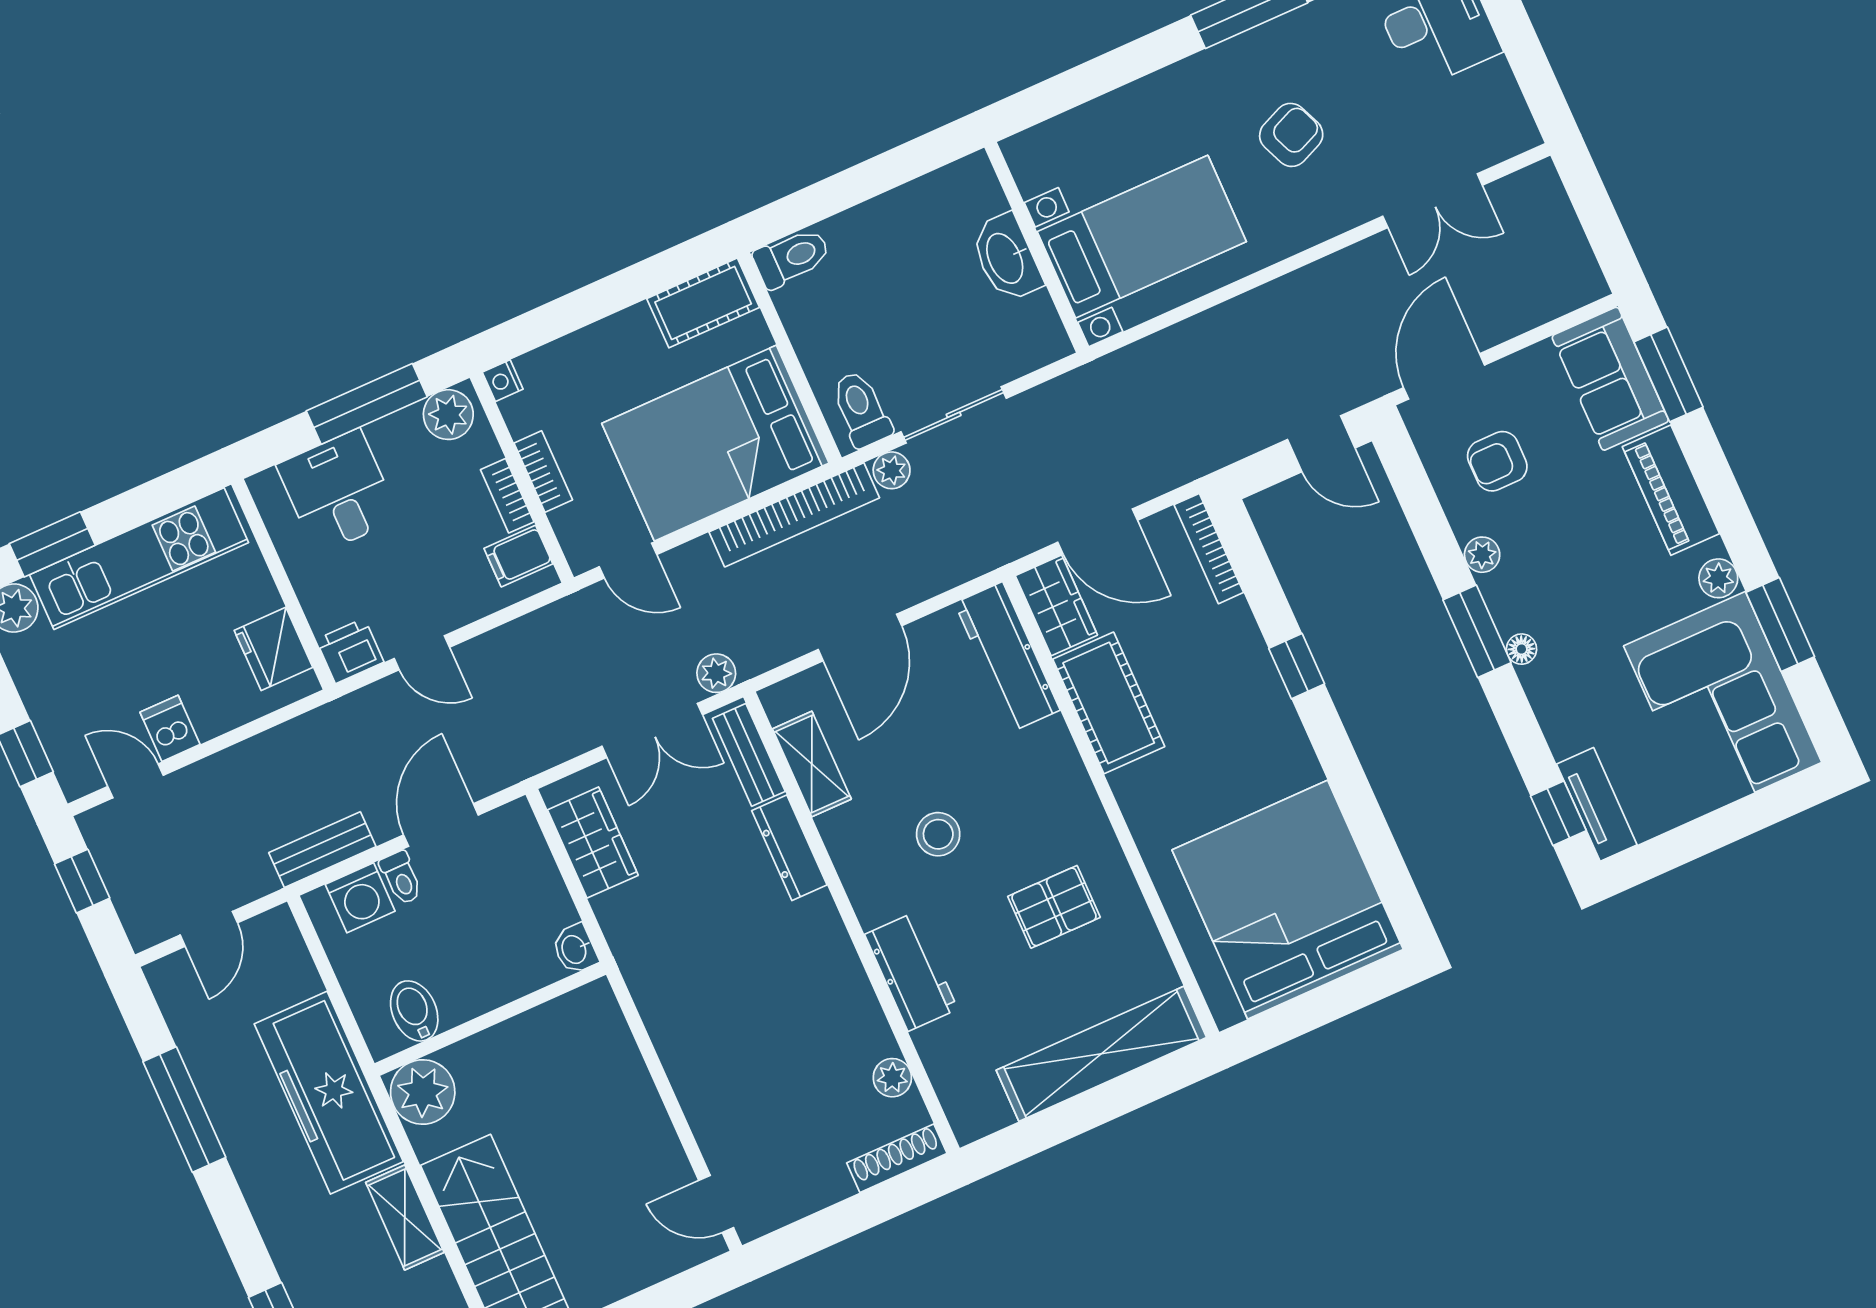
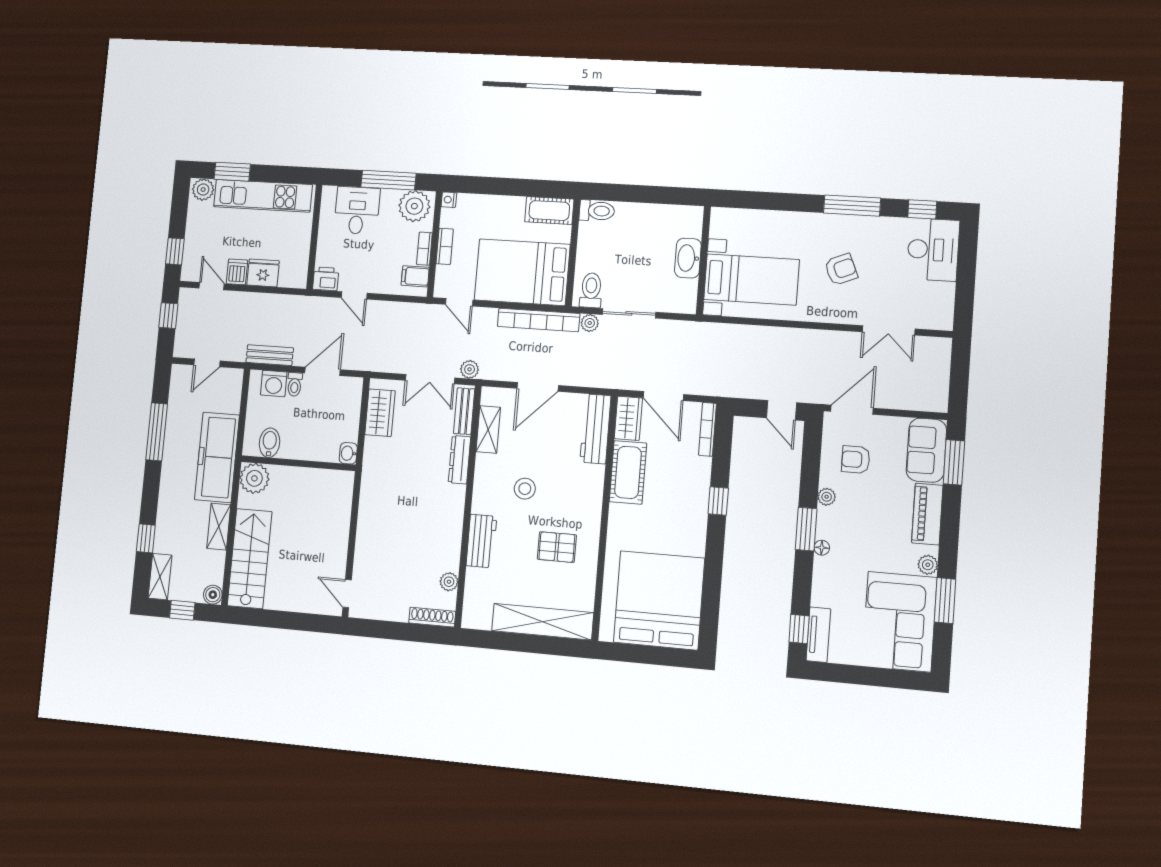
plant: (448, 415) -> (414, 206), width x1.36, depth x1.36
fridge: (274, 649) -> (263, 273), moved, turned 90

